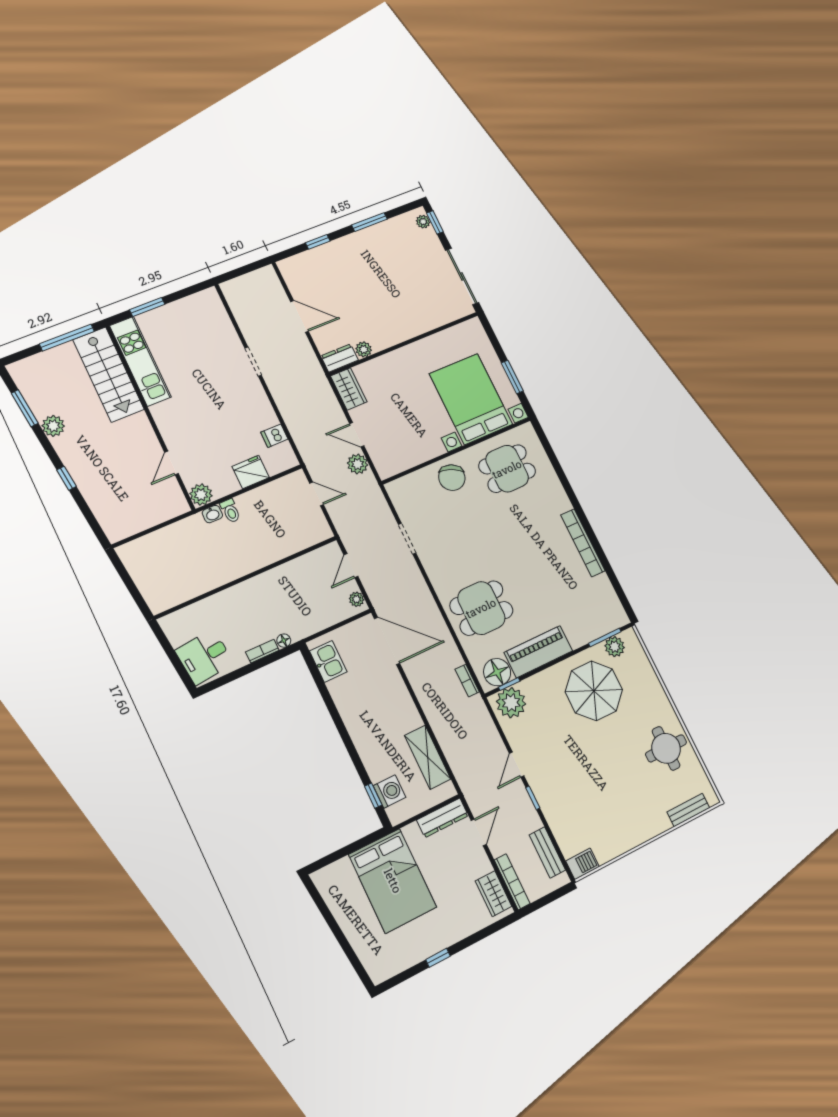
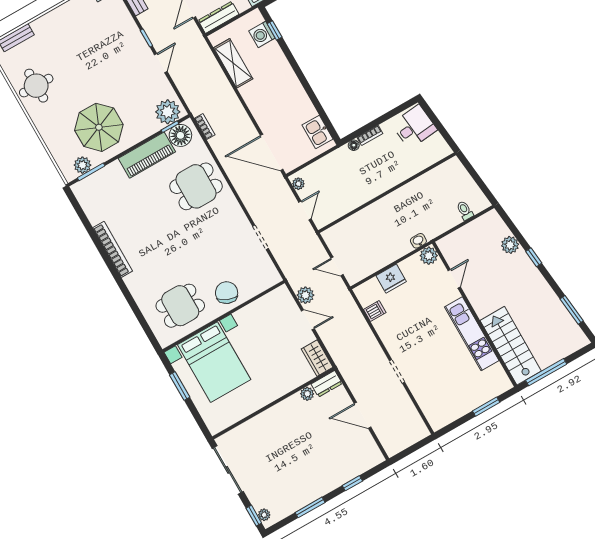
kitchen unit: (140, 361) -> (472, 334), moved
plant: (53, 426) -> (510, 245), moved
toilet: (230, 511) -> (465, 210), moved

